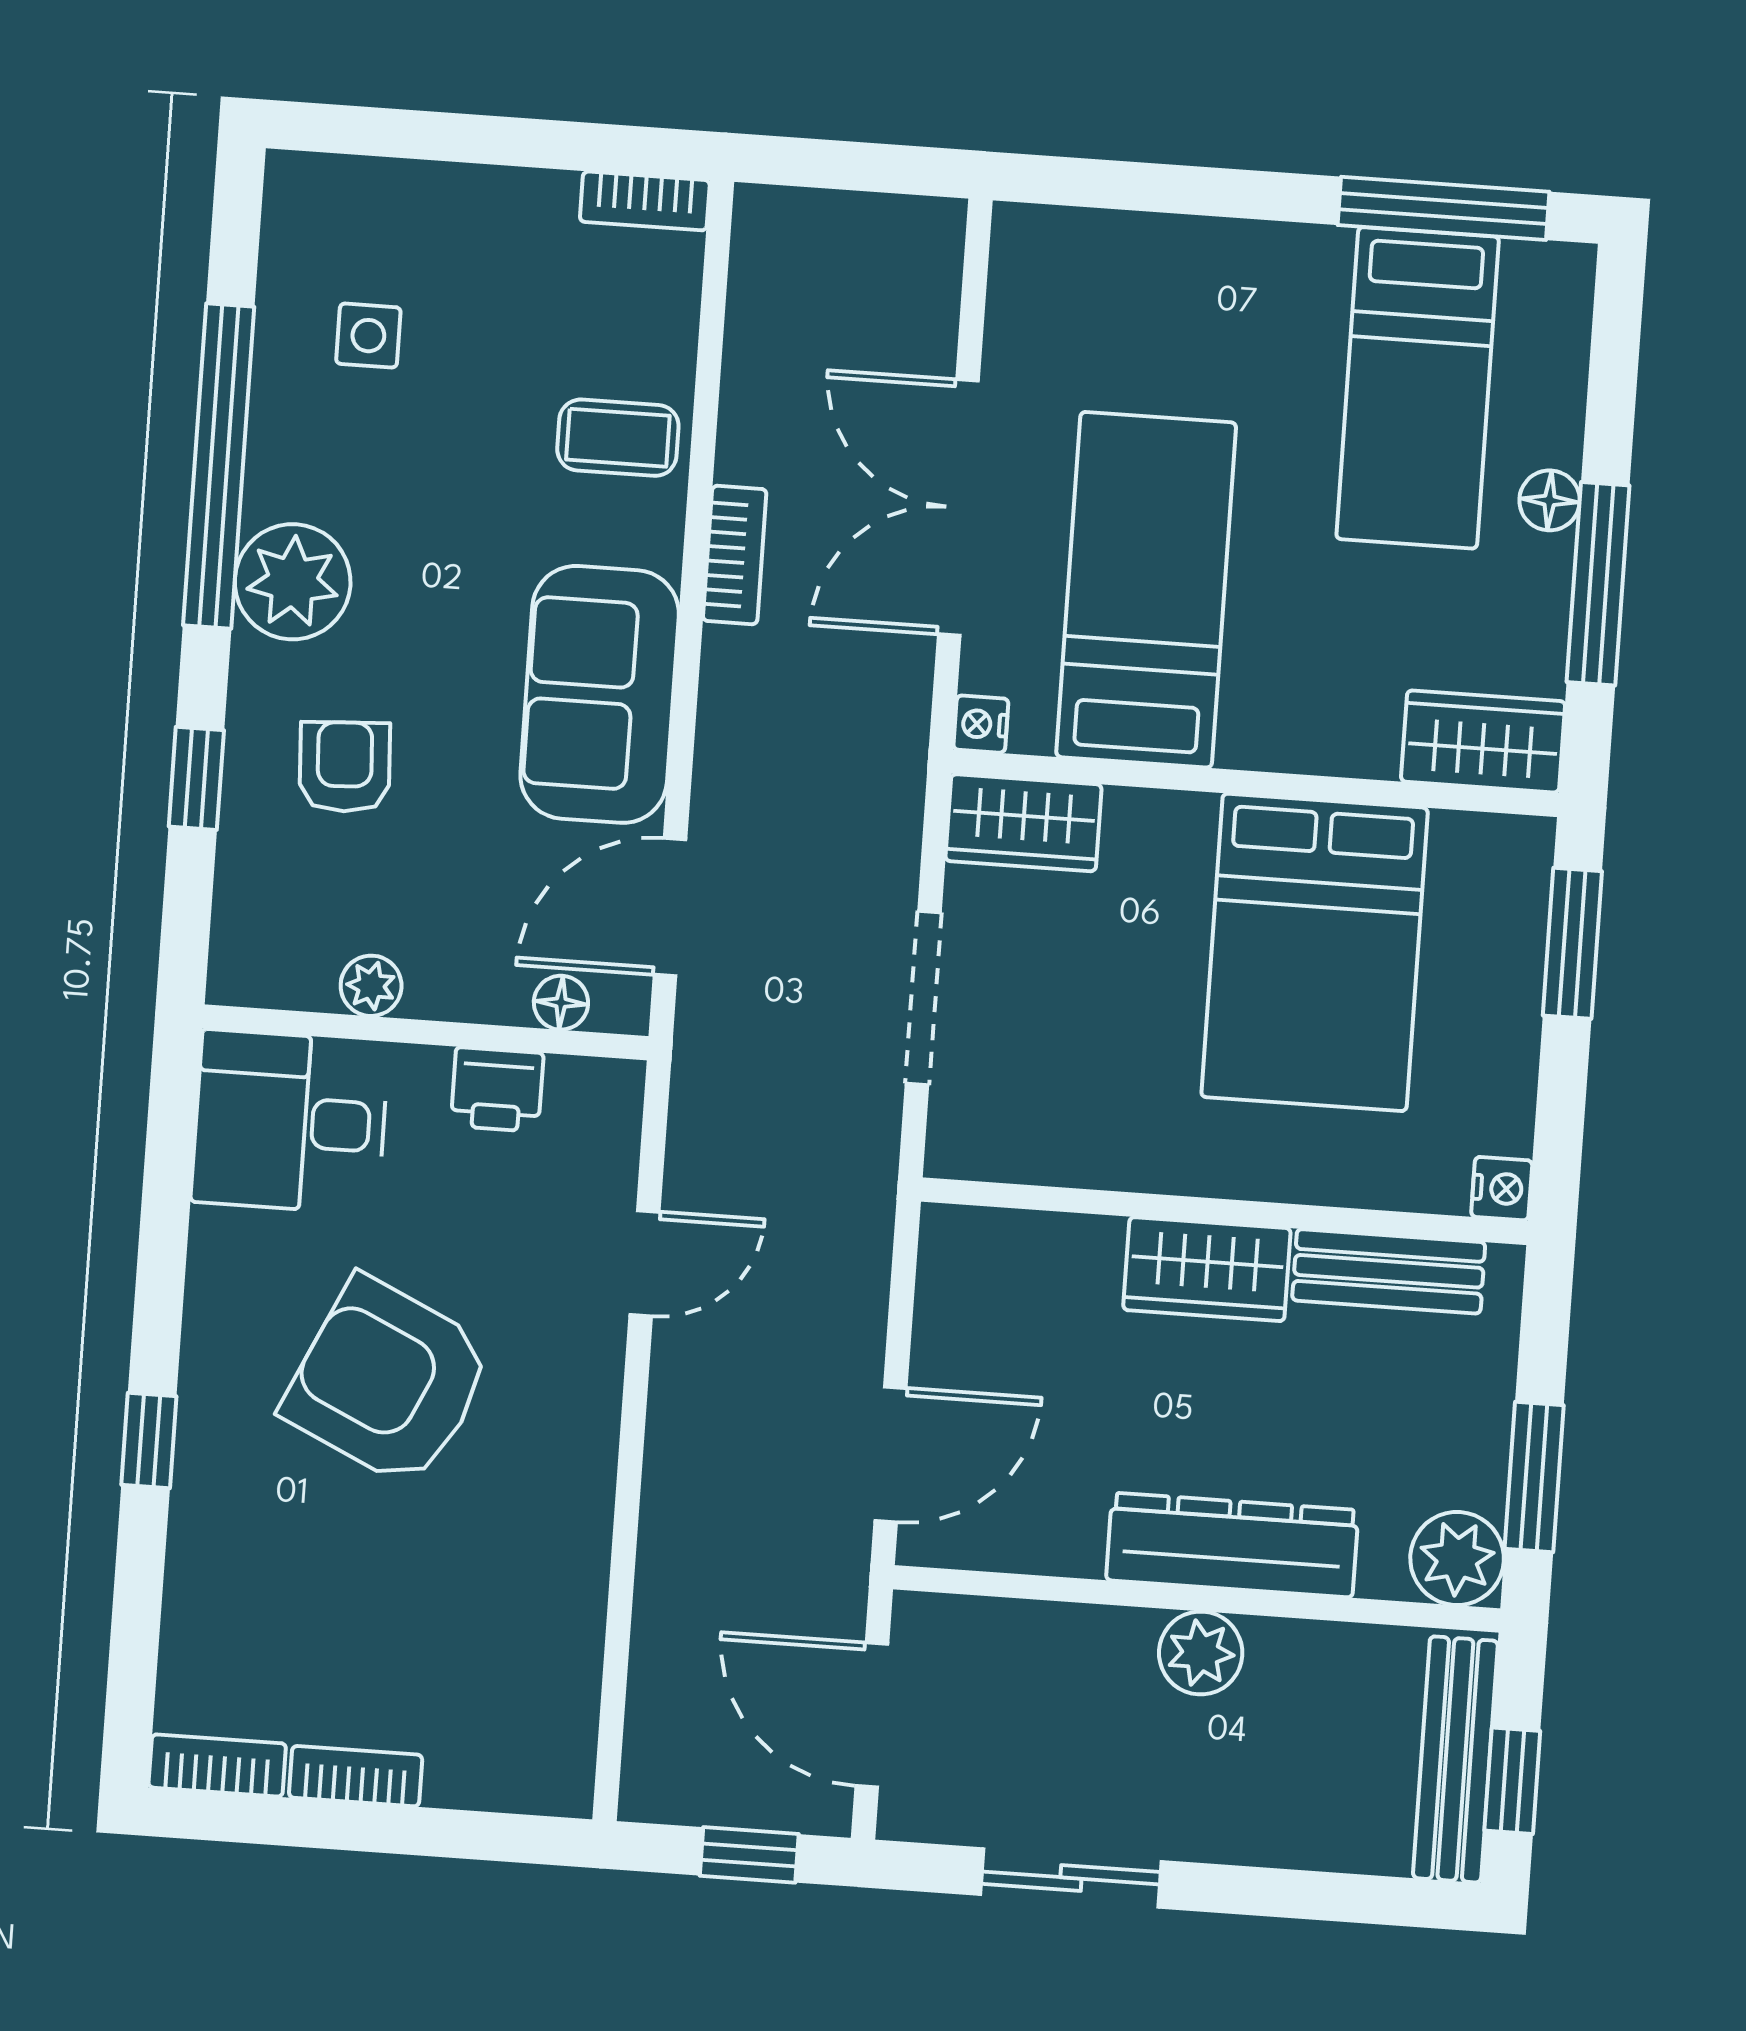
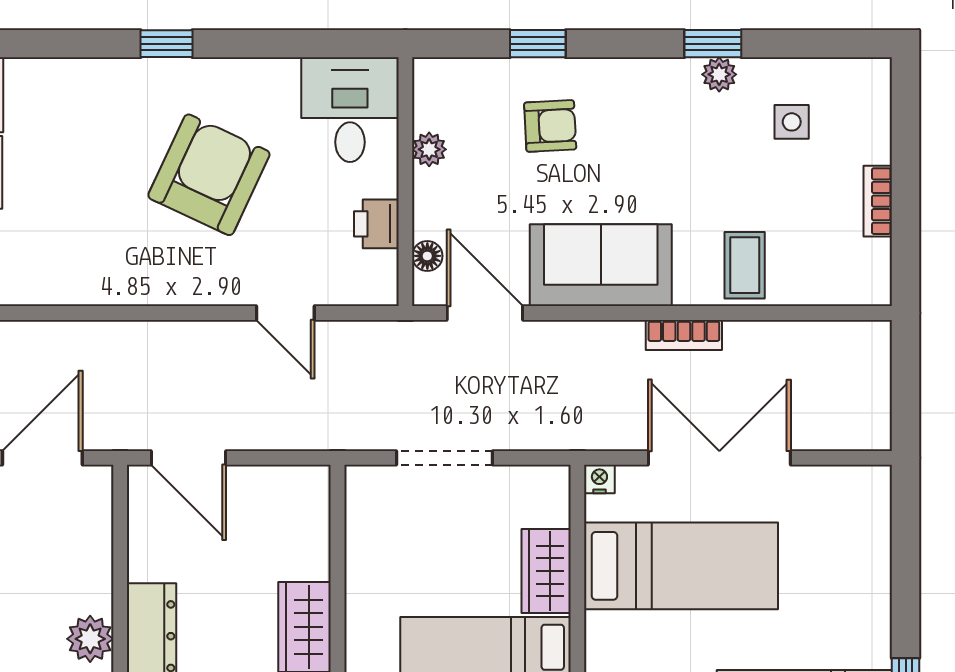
bookcase: (645, 201) -> (878, 201), moved
window: (219, 466) -> (713, 44), width x0.32
plant: (293, 582) -> (719, 74), moved, width x0.53, depth x0.53
wardrobe: (1023, 823) -> (546, 571), moved

